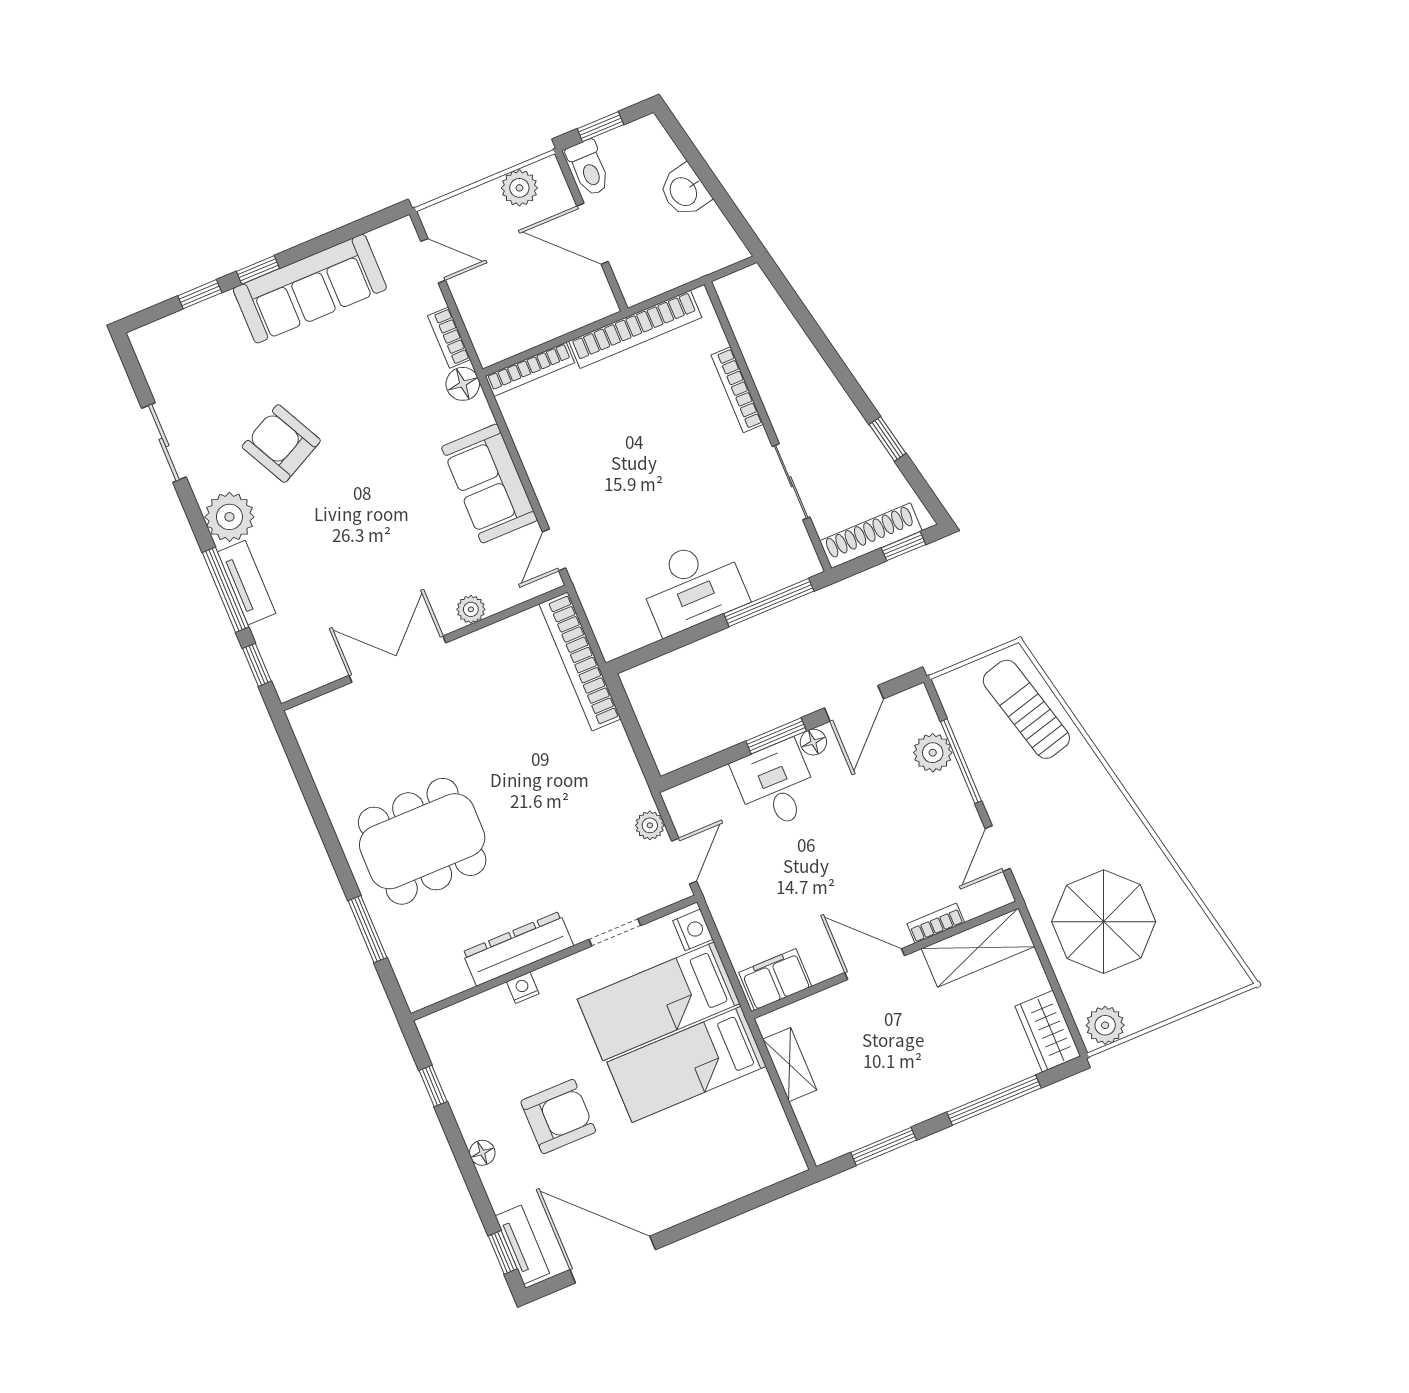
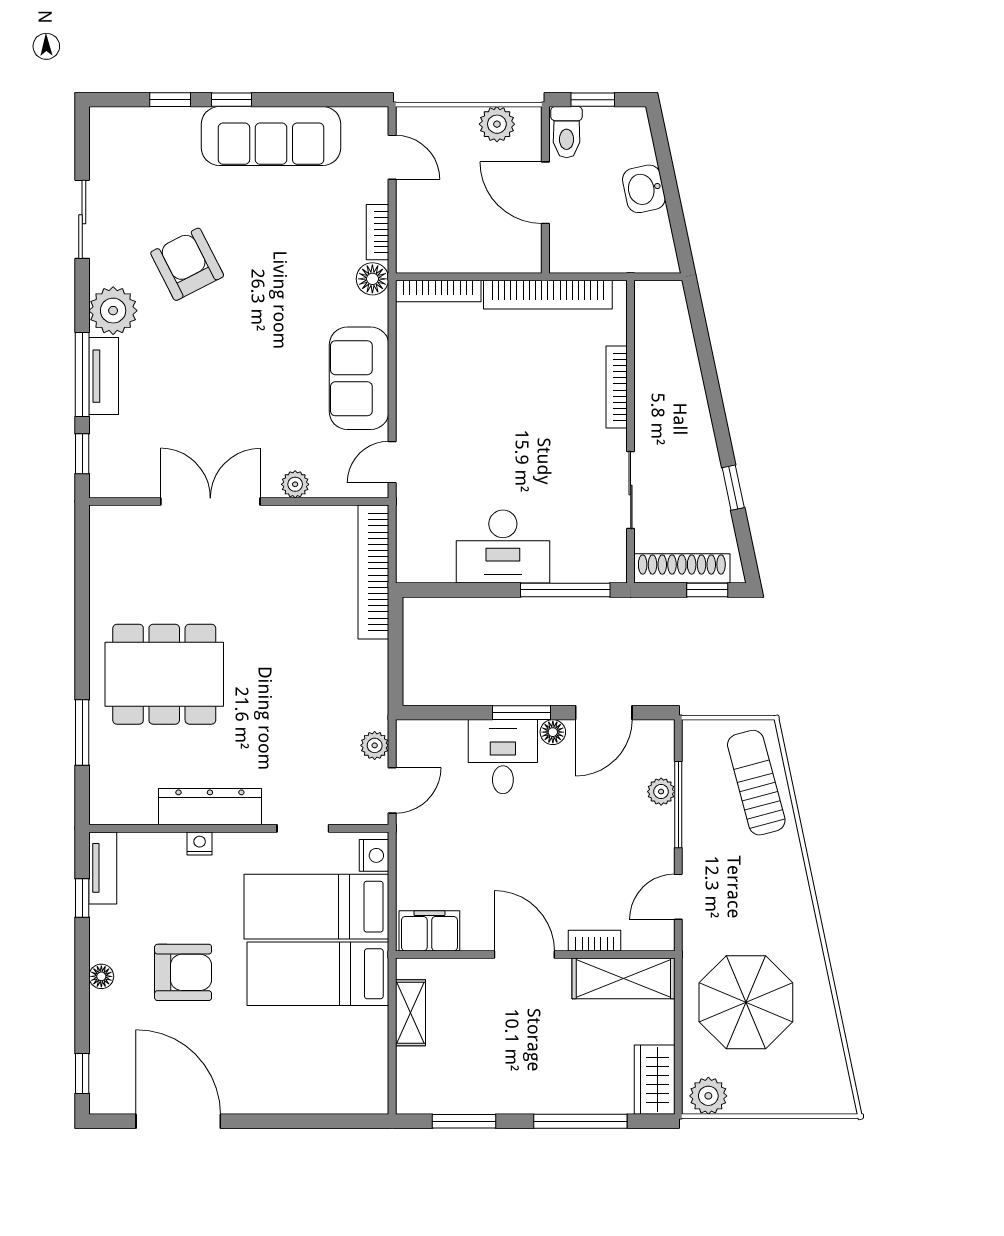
plant: (933, 753) -> (661, 792), width x0.73, depth x0.73
tv unit: (522, 1245) -> (103, 868), moved

